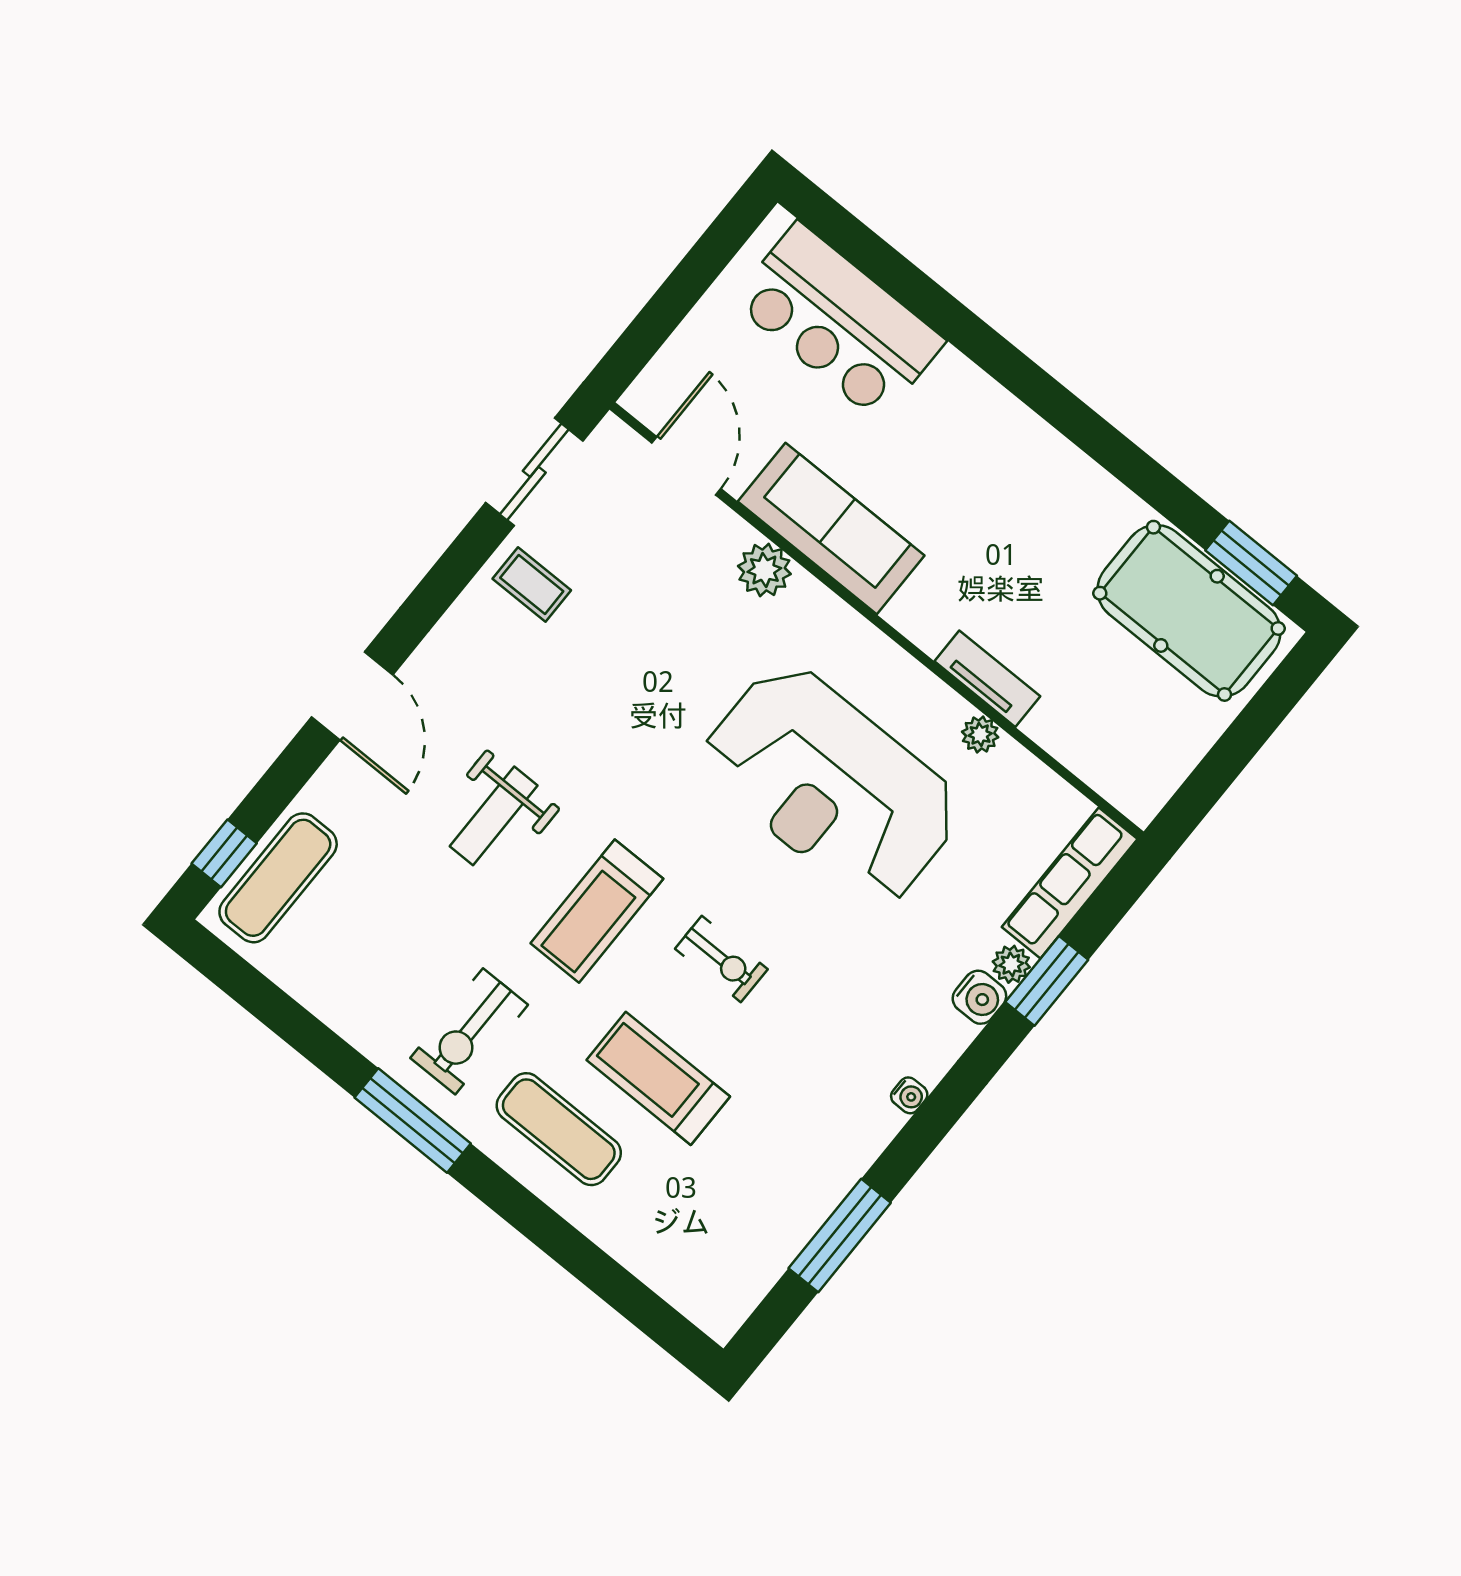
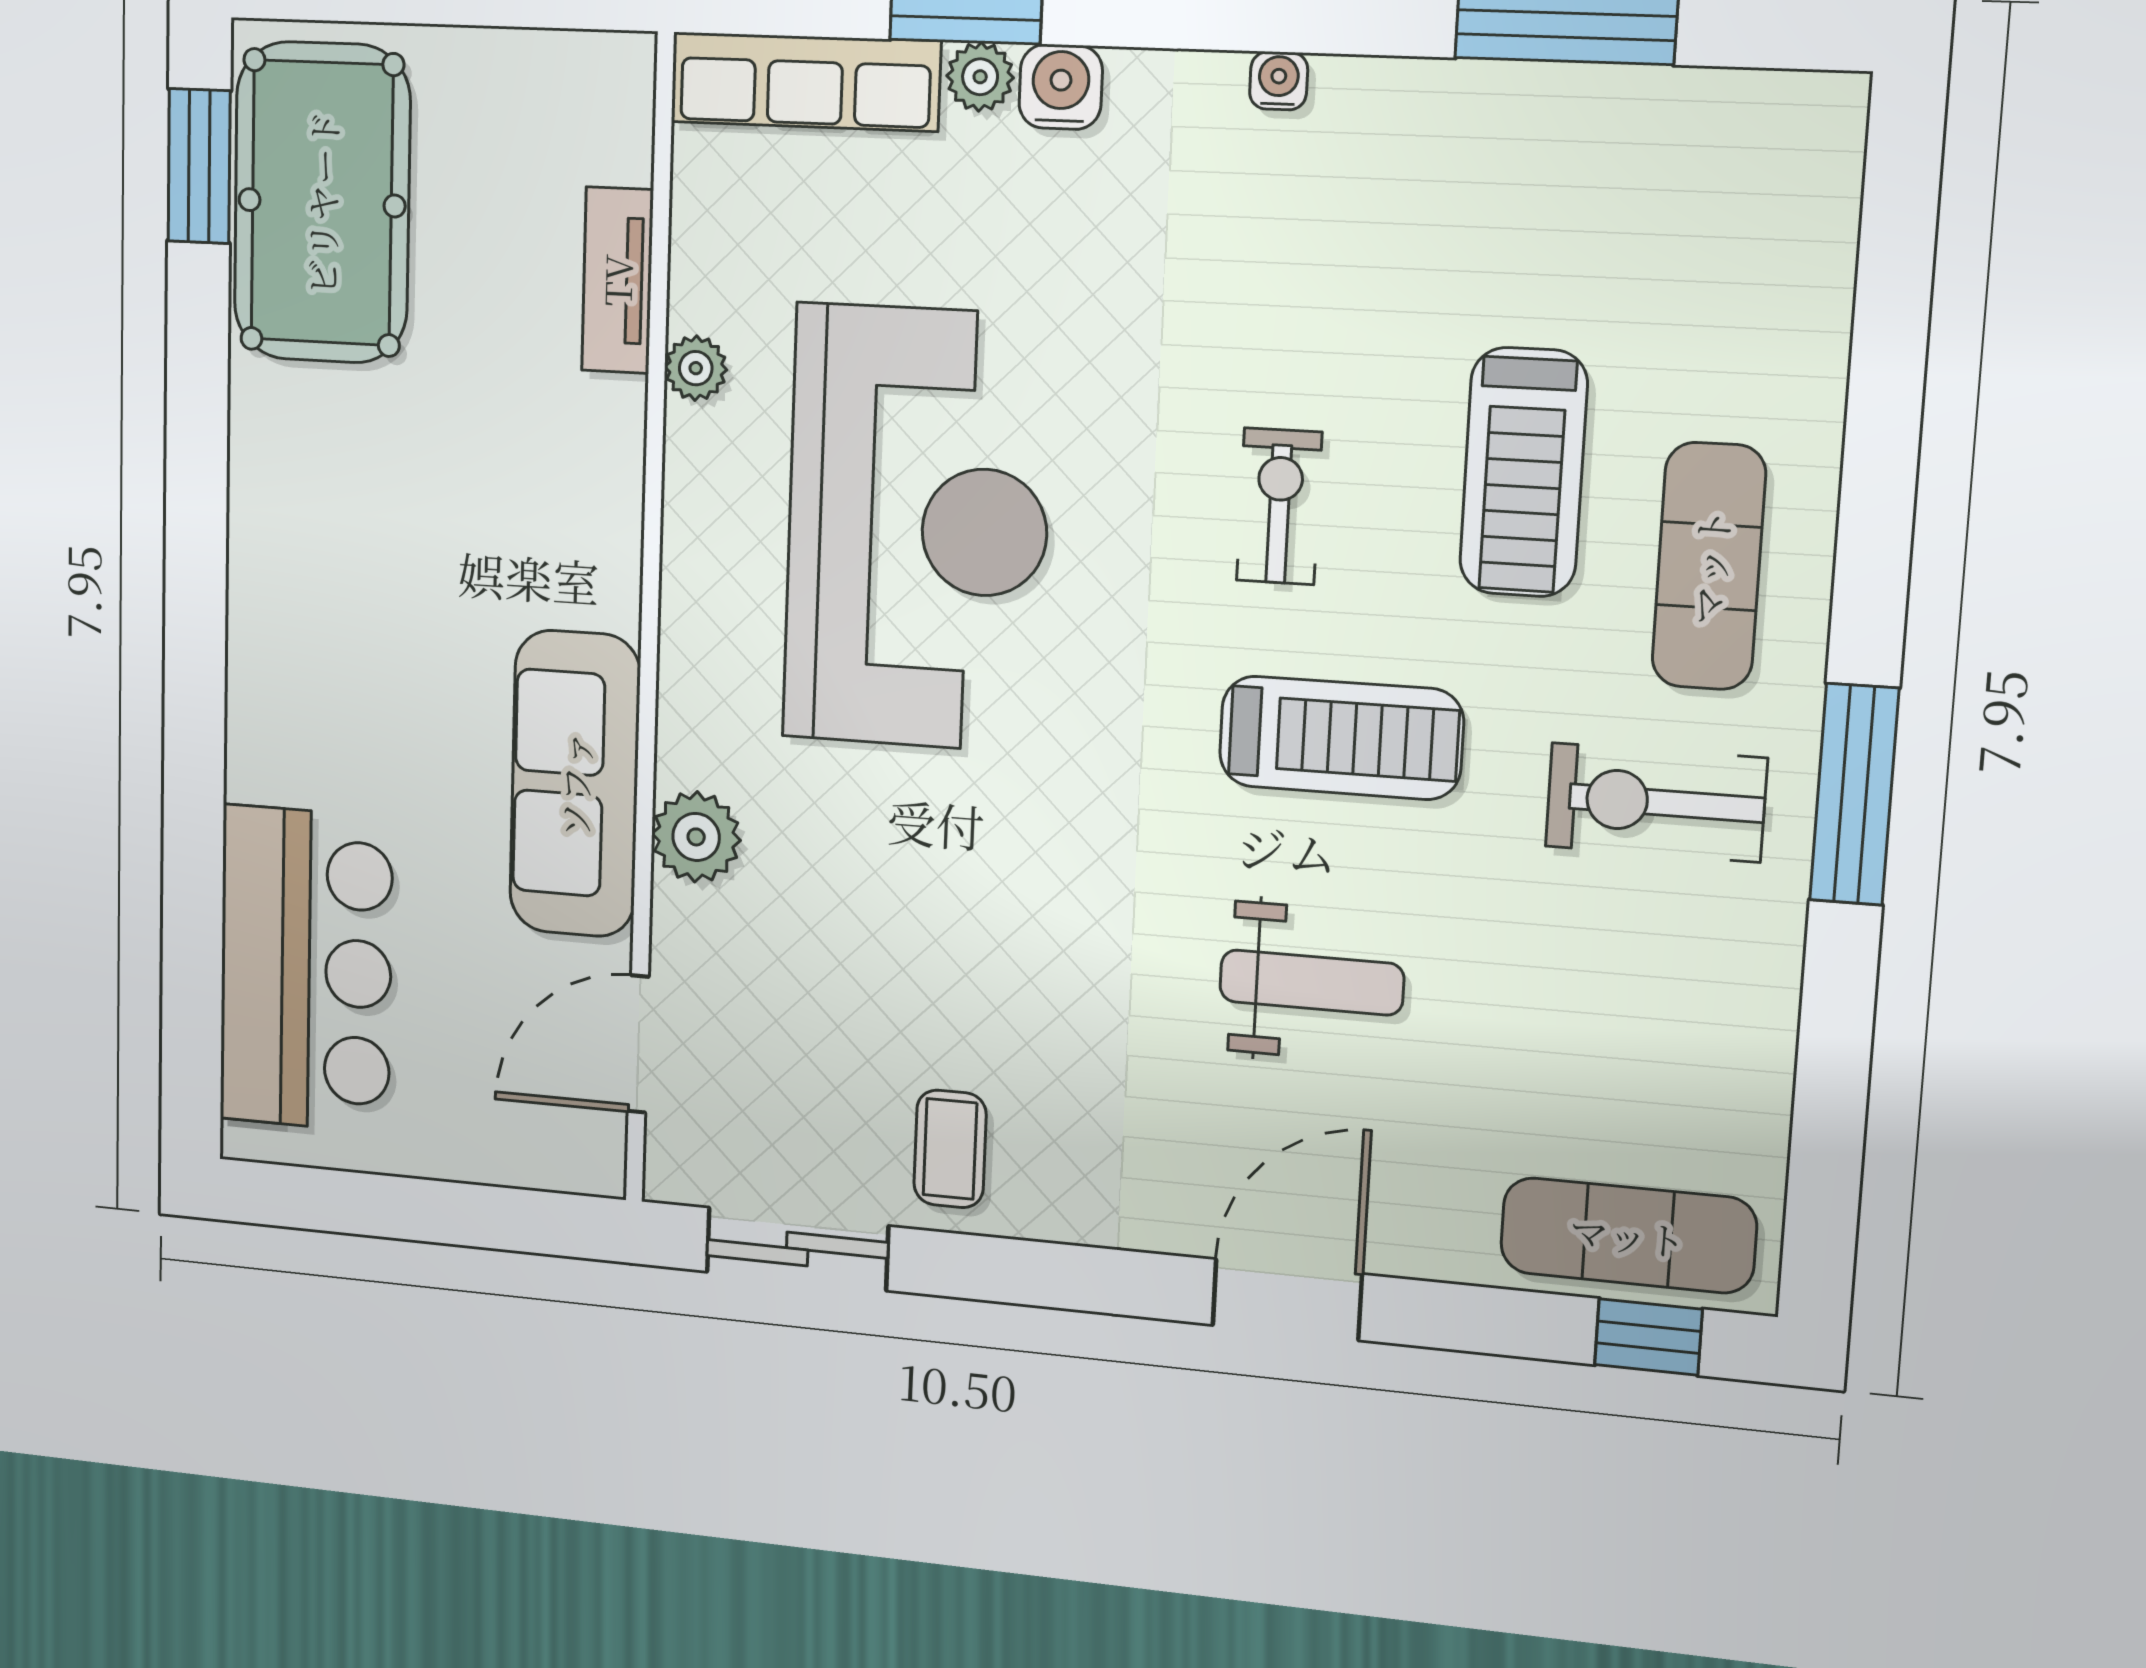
tv unit: (987, 679) -> (617, 280), moved
exercise bike: (469, 1031) -> (1656, 802), turned 180

